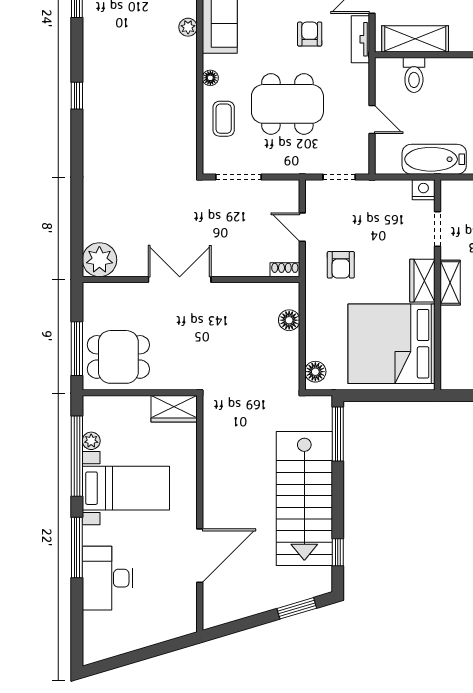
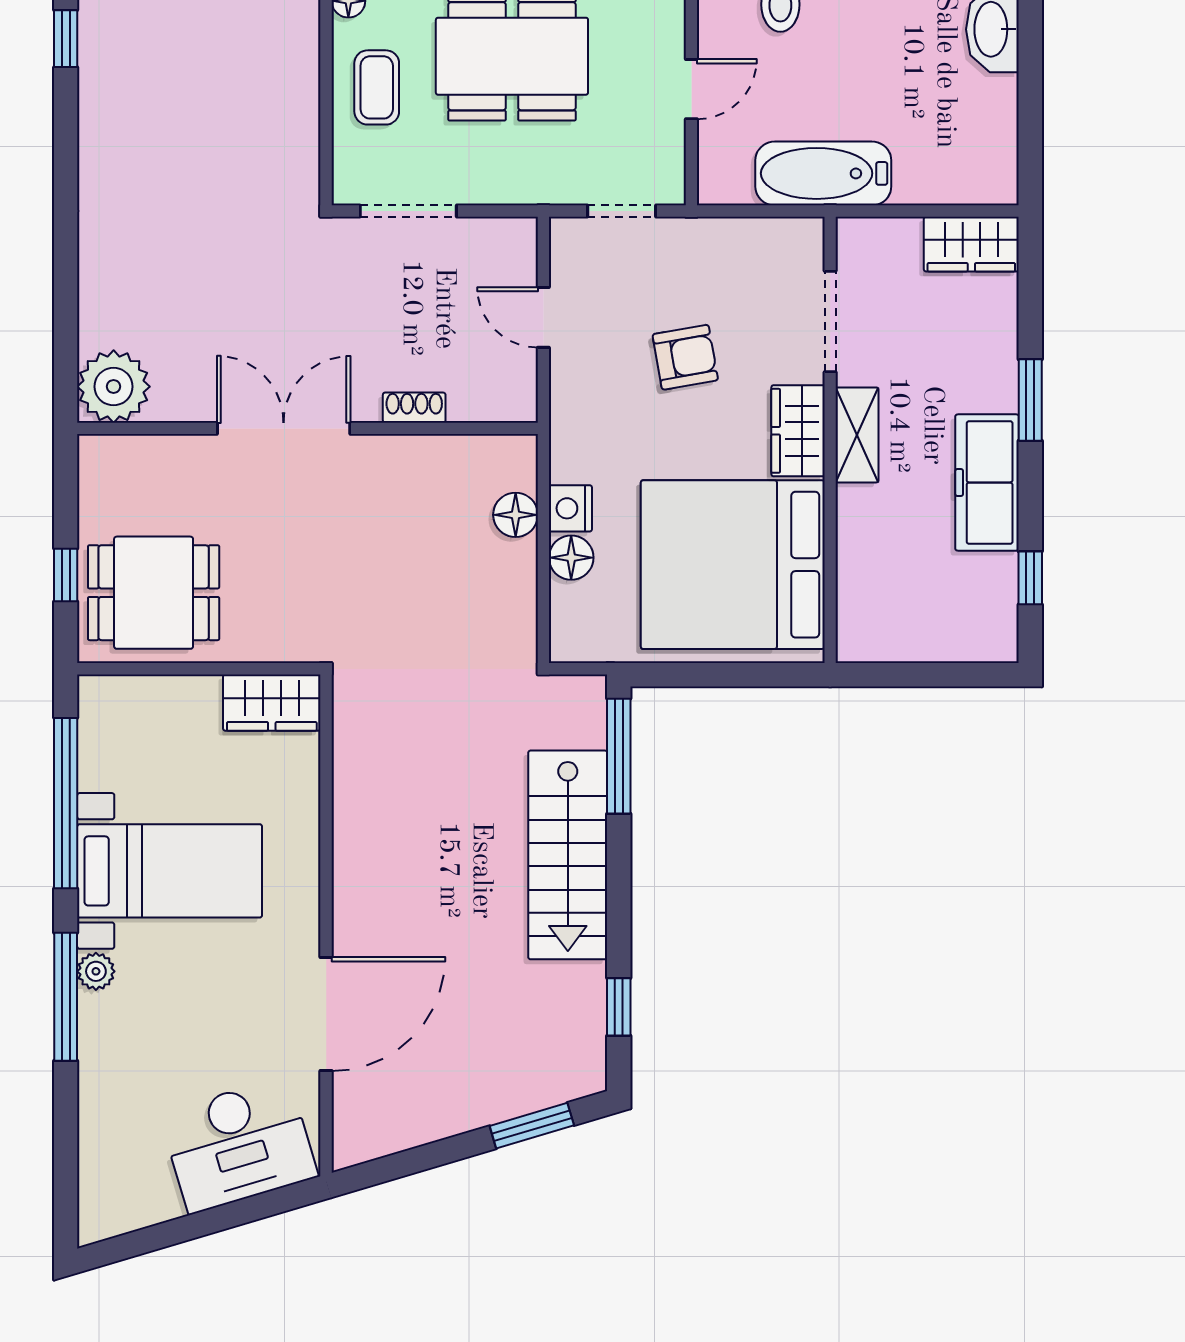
door: (372, 119) -> (691, 89), hinge flipped
nightstand: (423, 190) -> (570, 508), moved, turned -90
doorway: (437, 229) -> (830, 321), width x1.38
armchair: (341, 265) -> (685, 357), moved, turned -100
shoe rack: (285, 270) -> (414, 408), moved
window: (77, 349) -> (66, 575), width x0.46
floor lamp: (315, 372) -> (571, 558), moved
plant: (91, 441) -> (96, 971), moved
stairs: (304, 499) -> (568, 855), width x0.73, depth x0.66
desk: (108, 578) -> (239, 1145), moved, turned -107

